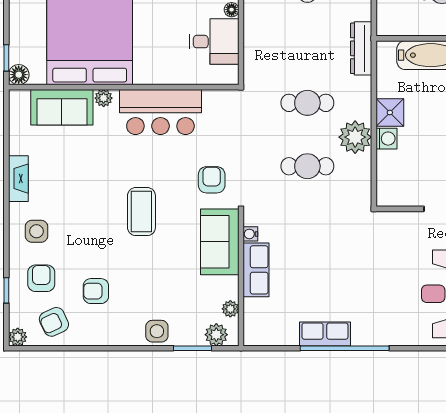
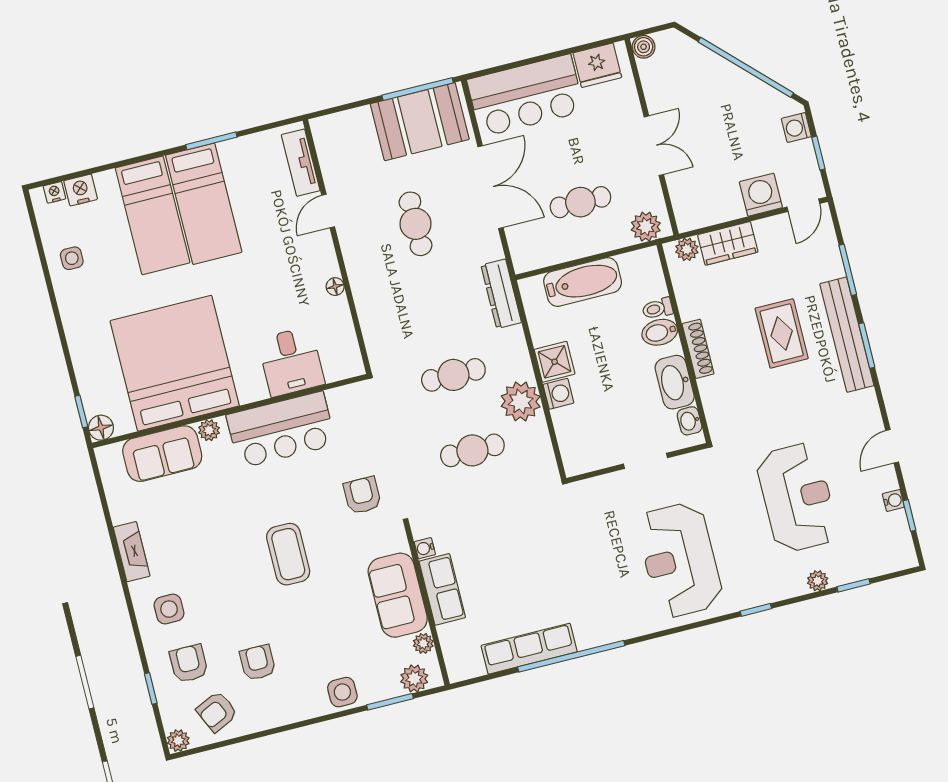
desk: (214, 42) -> (291, 362), moved, turned 90
sofa: (220, 242) -> (398, 595), moved
armchair: (96, 291) -> (258, 663), turned 90
row of seats: (325, 334) -> (529, 649), width x1.48

